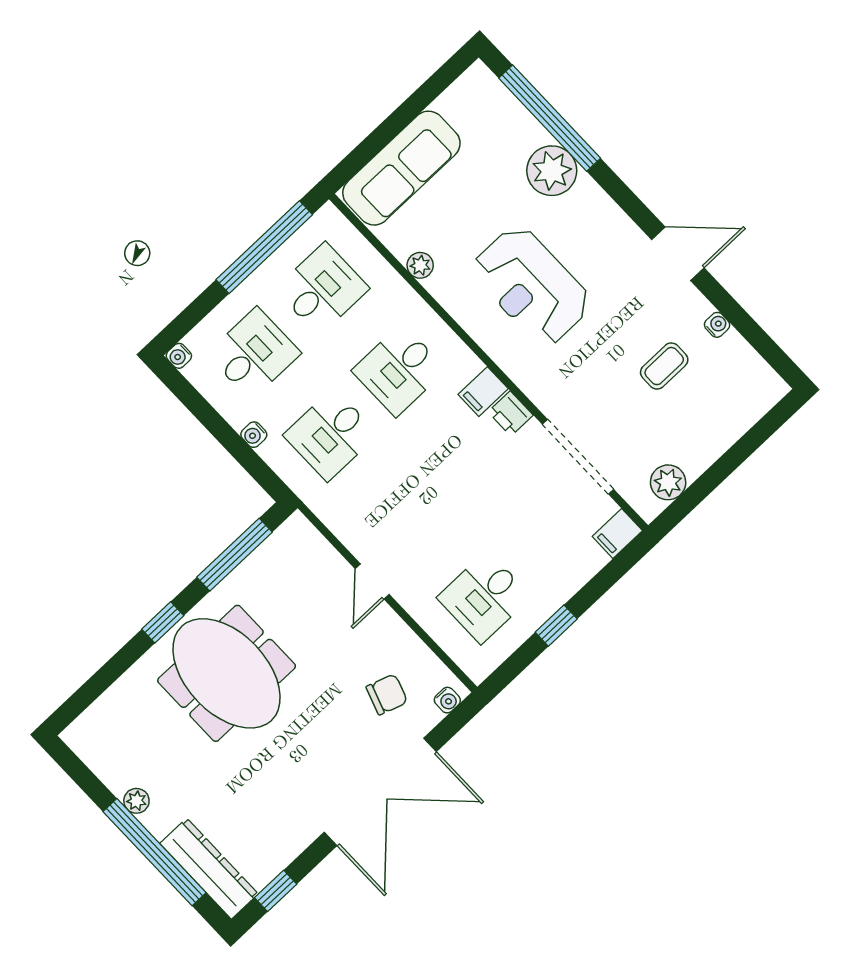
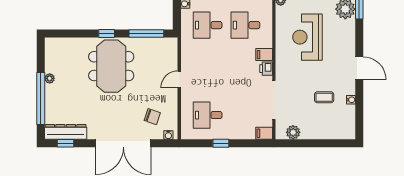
dresser: (209, 869) -> (66, 132), moved, turned -90

